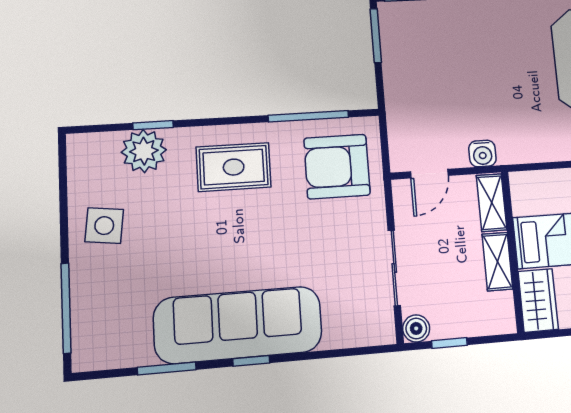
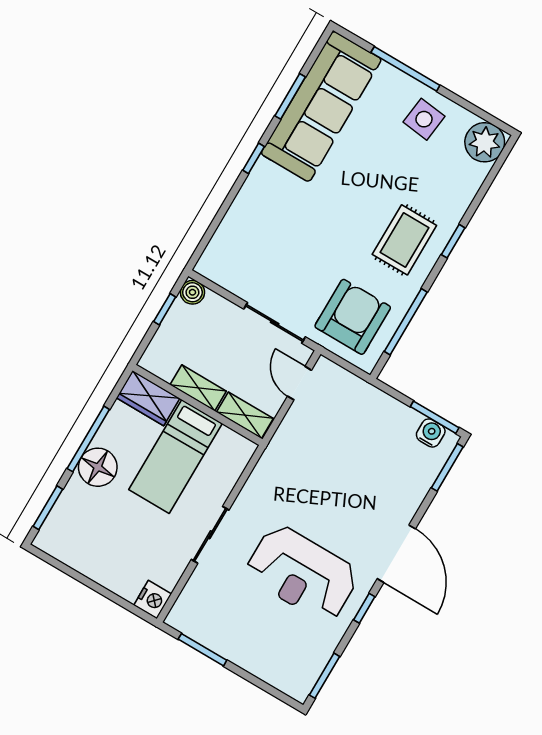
window: (153, 125) -> (453, 241), moved
plant: (144, 151) -> (485, 142), moved
water cooler: (482, 153) -> (431, 433), moved, turned 90
sliding door: (394, 268) -> (275, 323), moved
window: (66, 308) -> (405, 69), moved
sofa: (238, 325) -> (321, 106), moved

